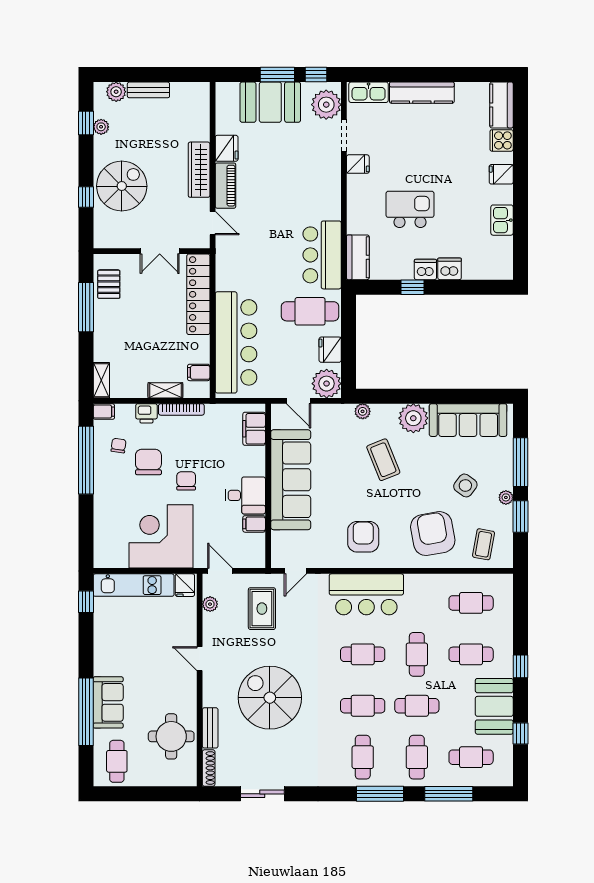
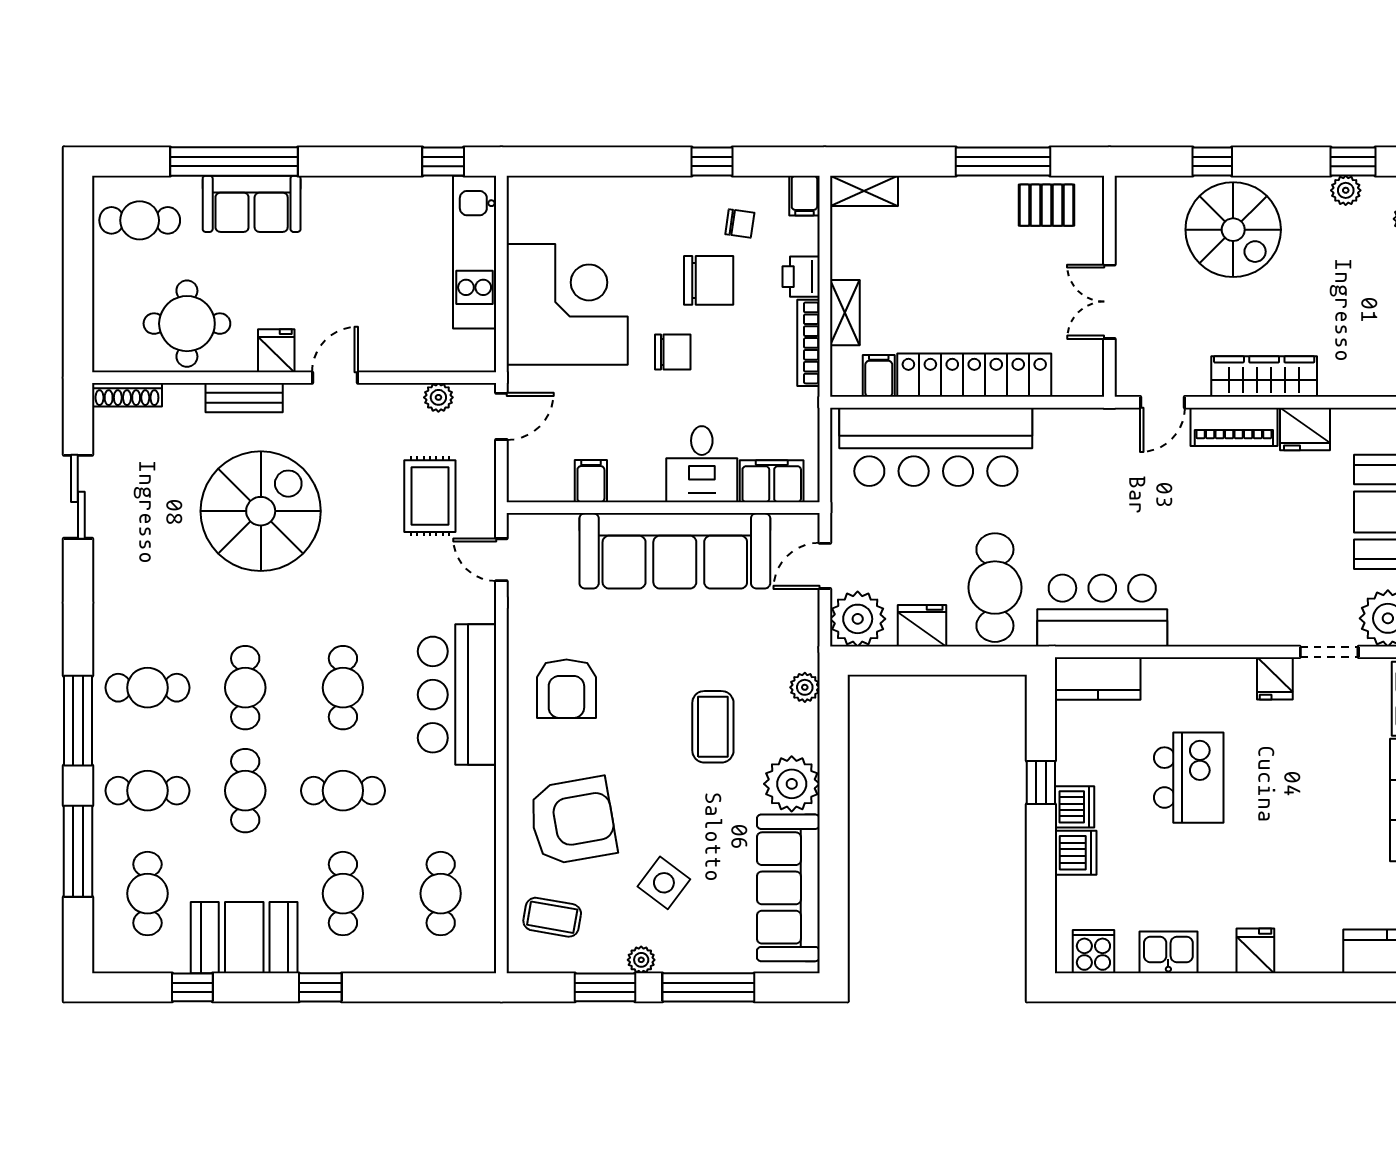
cooker: (502, 140) -> (1093, 952), moved
locker: (198, 294) -> (974, 375), moved
window: (86, 460) -> (712, 162), width x0.32
coffee table: (383, 460) -> (713, 727), turned -68
desk: (245, 495) -> (702, 464), moved
armchair: (363, 537) -> (566, 689), turned 90
fridge: (185, 585) -> (276, 351), moved, turned 90
rug: (262, 609) -> (430, 496), turned 90
bench: (210, 728) -> (244, 398), moved

